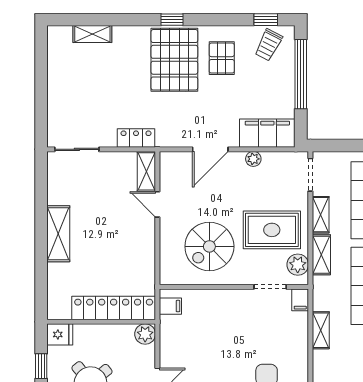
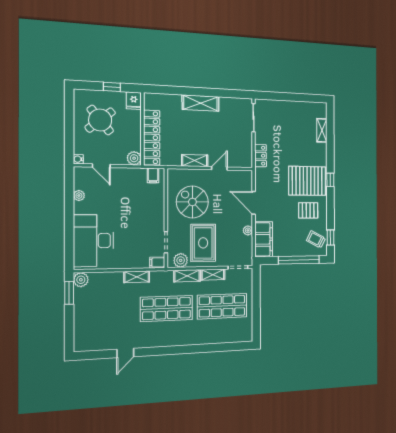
shelving: (146, 171) -> (195, 161), moved

